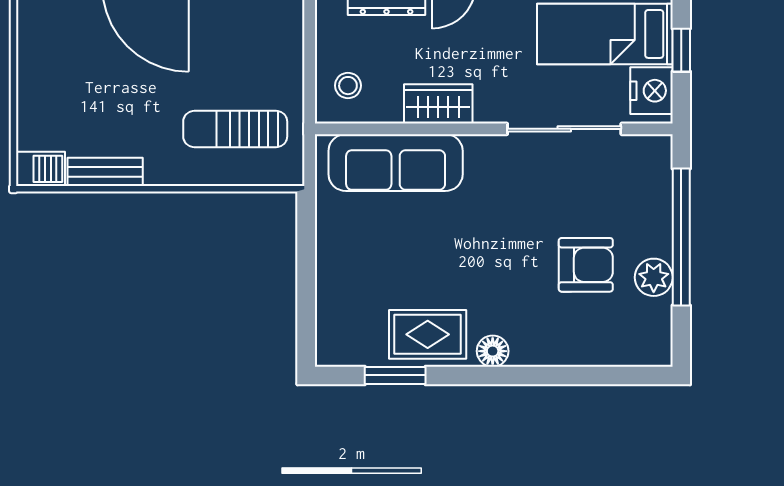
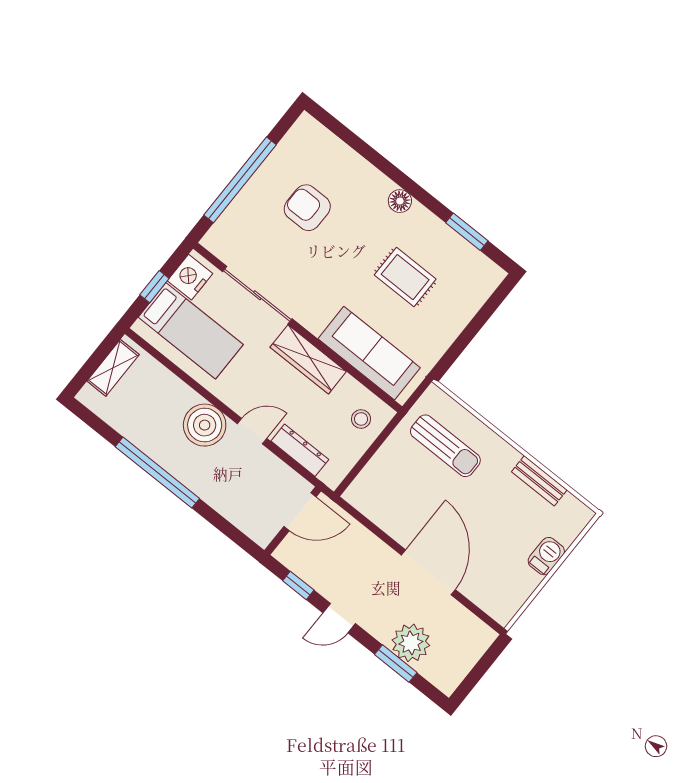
wardrobe: (438, 104) -> (308, 359), width x1.50
barbecue: (41, 169) -> (546, 556), moved, turned 90
plant: (654, 277) -> (274, 169), removed
rug: (428, 334) -> (405, 277), moved

